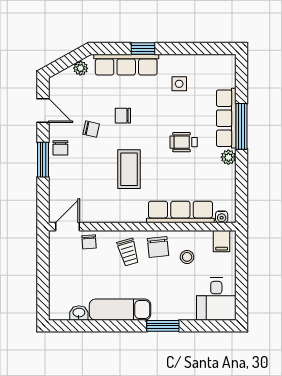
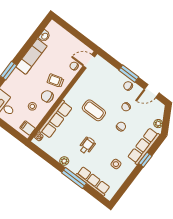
row of seats: (226, 118) -> (93, 181), moved
door: (67, 227) -> (89, 61), swing flipped

